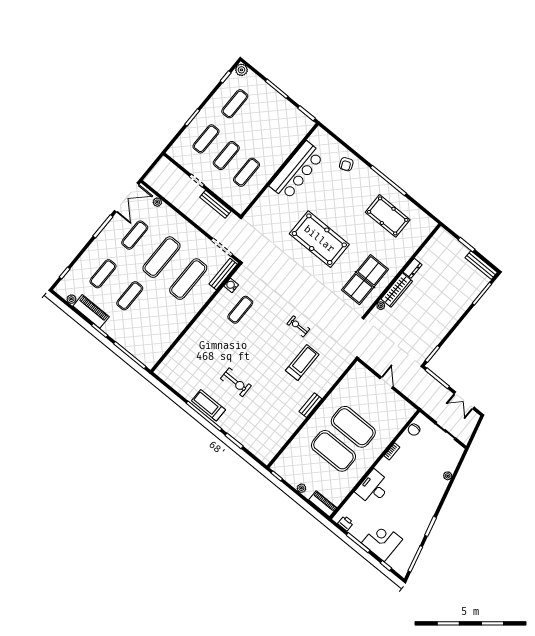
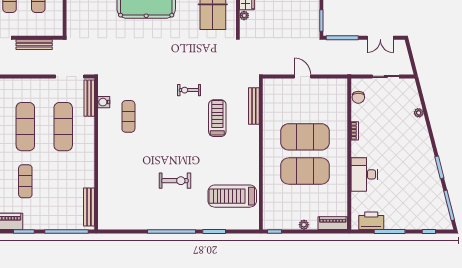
bench: (160, 351) -> (89, 207), added
treadmill: (208, 405) -> (232, 196), moved, width x1.37, depth x1.38
bench: (310, 405) -> (254, 106), moved, width x1.36
printer: (346, 523) -> (371, 221), width x1.87, depth x1.48
corner desk: (382, 541) -> (409, 213), removed

